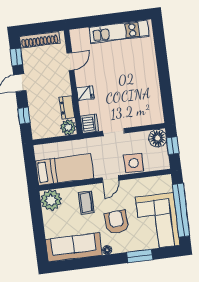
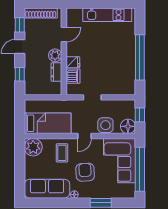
window: (164, 77) -> (140, 57), added
dishwasher: (89, 124) -> (73, 76), moved
plant: (68, 127) -> (55, 55), moved
floor lamp: (157, 138) -> (128, 126), moved
corner sofa: (158, 221) -> (119, 161), moved

